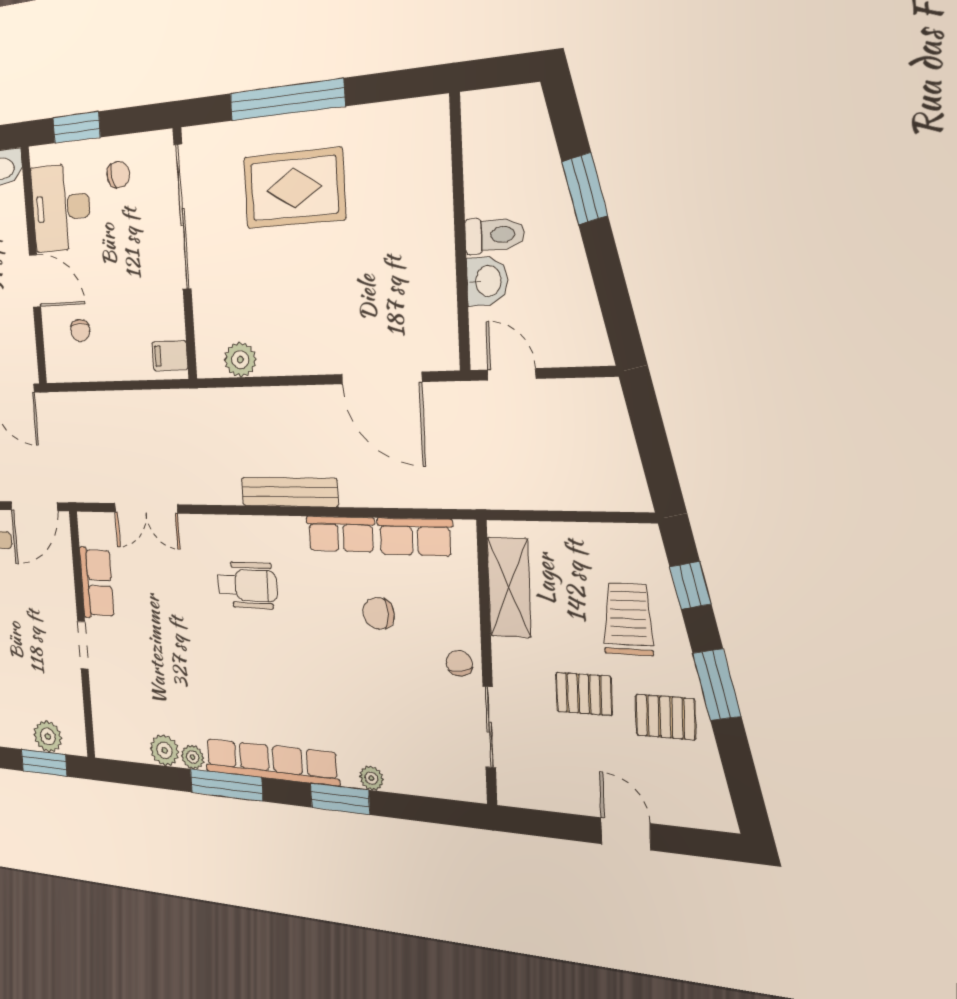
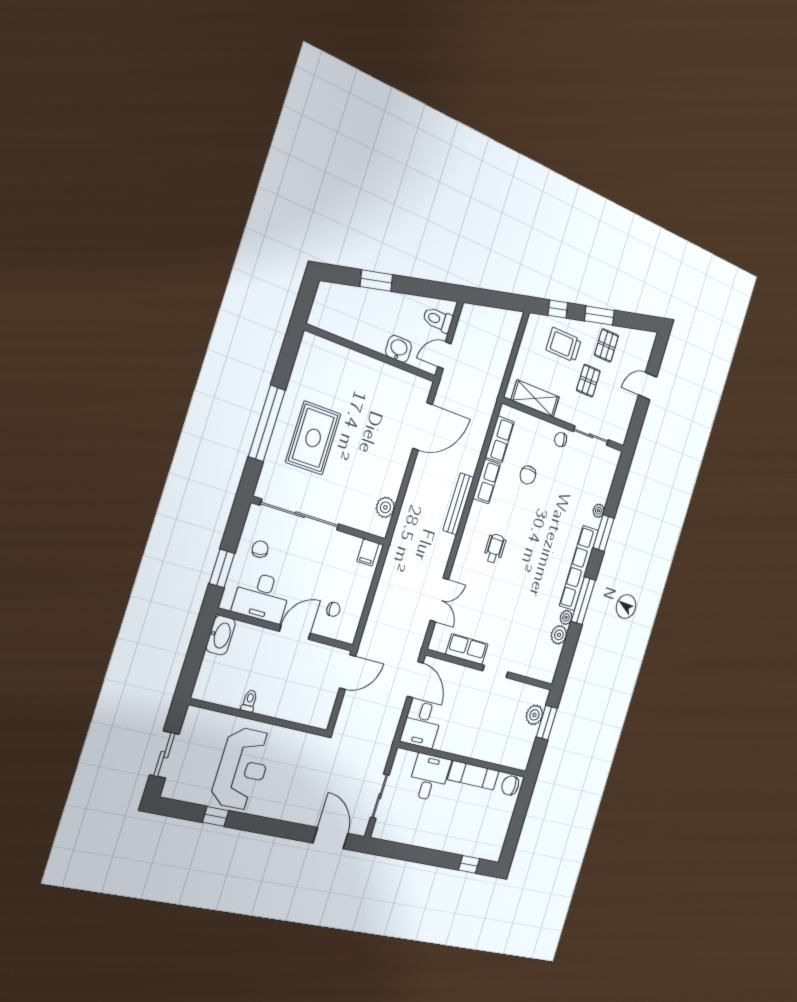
toilet: (494, 235) -> (438, 320), moved, turned -90
wheelchair: (247, 585) -> (495, 549), width x0.73, depth x0.73

